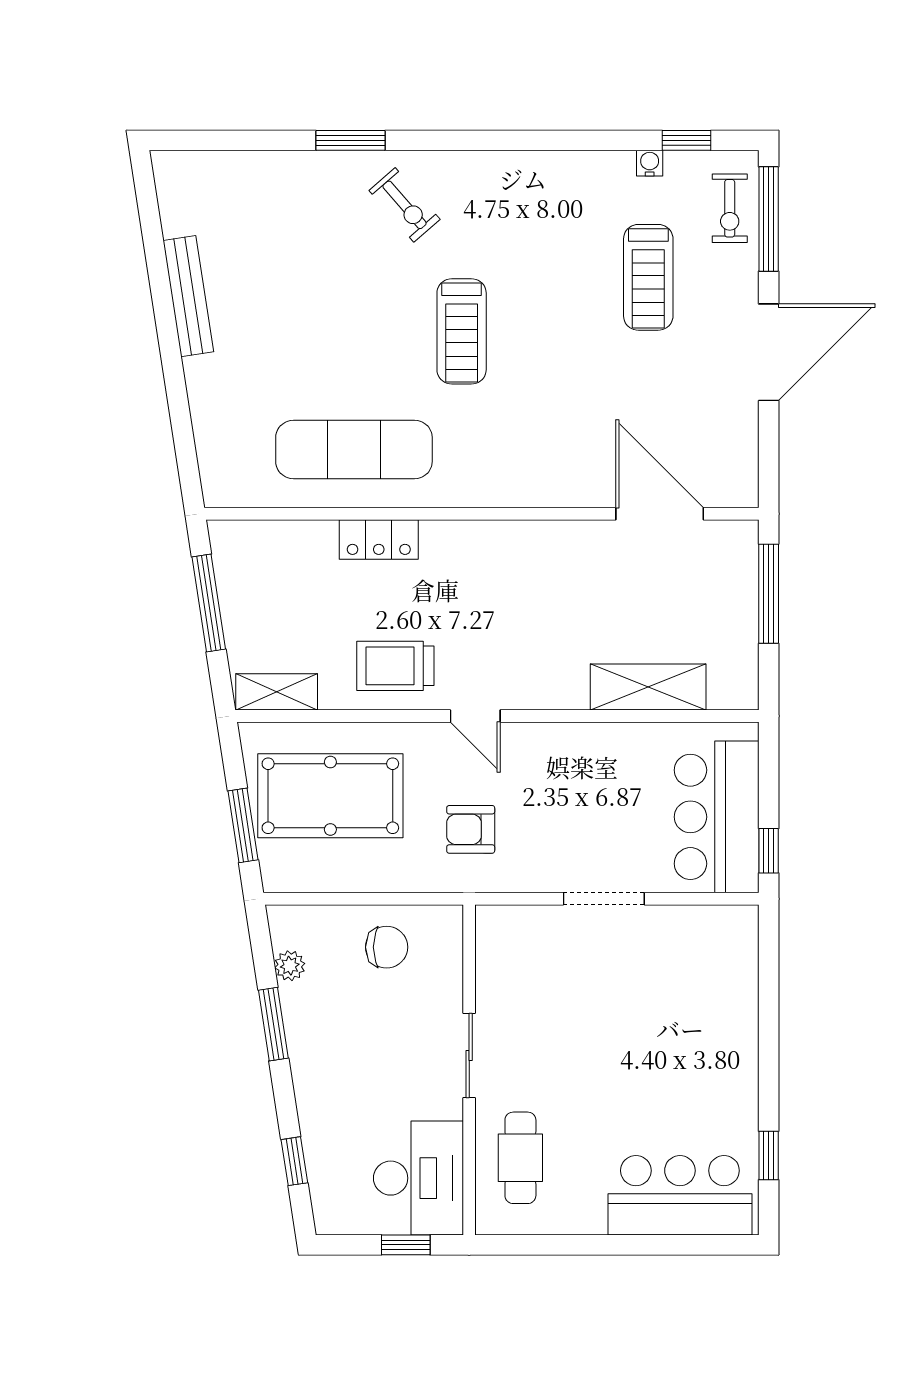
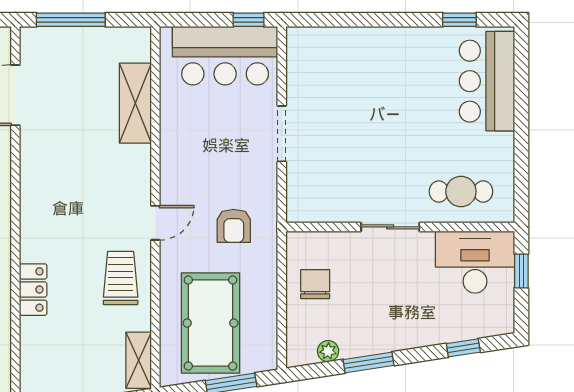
trolley: (395, 666) -> (121, 278), turned 180

